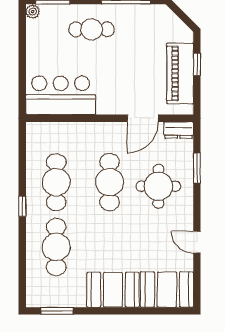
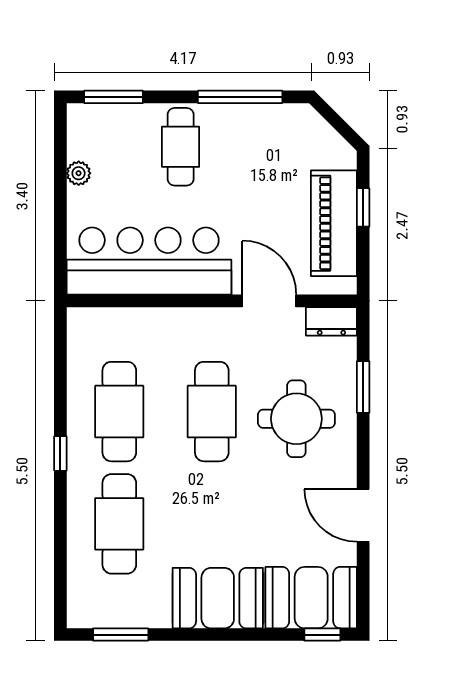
plant: (33, 12) -> (79, 173), moved
cafe table: (92, 29) -> (181, 147), turned 90
bar counter: (61, 95) -> (149, 261), width x1.36
door: (143, 118) -> (269, 301), swing flipped
door: (197, 242) -> (363, 515), width x1.37
window: (173, 311) -> (322, 635), added

